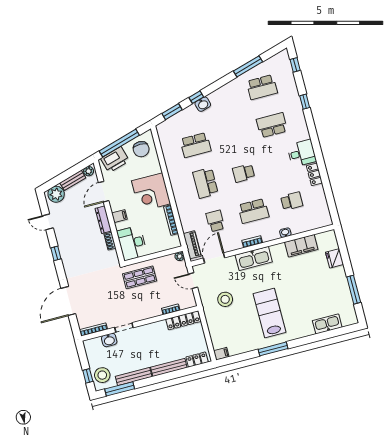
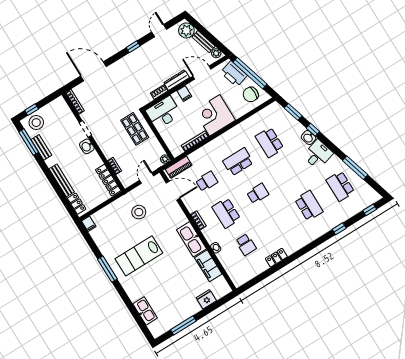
desk: (302, 153) -> (318, 154), moved, turned -106
school desk: (244, 173) -> (258, 193), turned 90
kitchen sink: (254, 258) -> (192, 239), moved
lab bench: (269, 313) -> (139, 256), turned 180
washbasin: (109, 340) -> (87, 146), moved
bench: (134, 377) -> (41, 147), width x0.73

